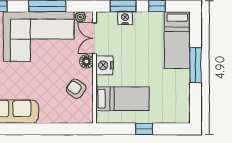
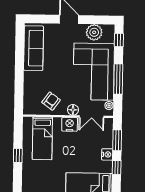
nightstand: (125, 18) -> (107, 154), moved
double door: (95, 38) -> (92, 117), swing flipped

